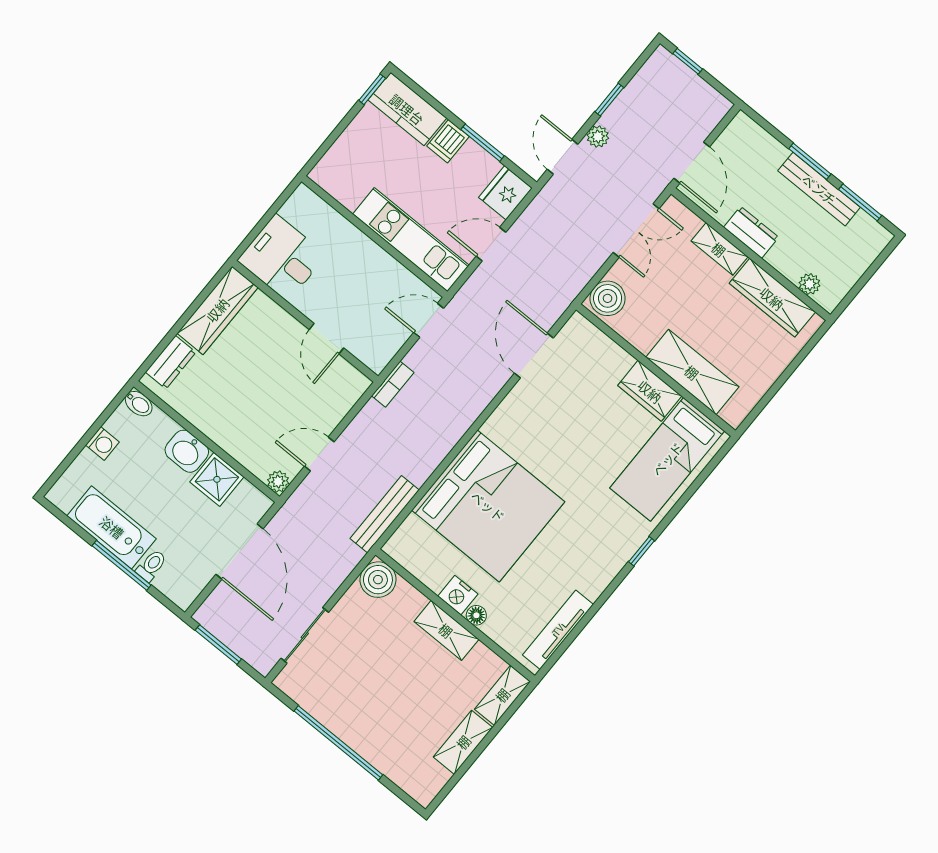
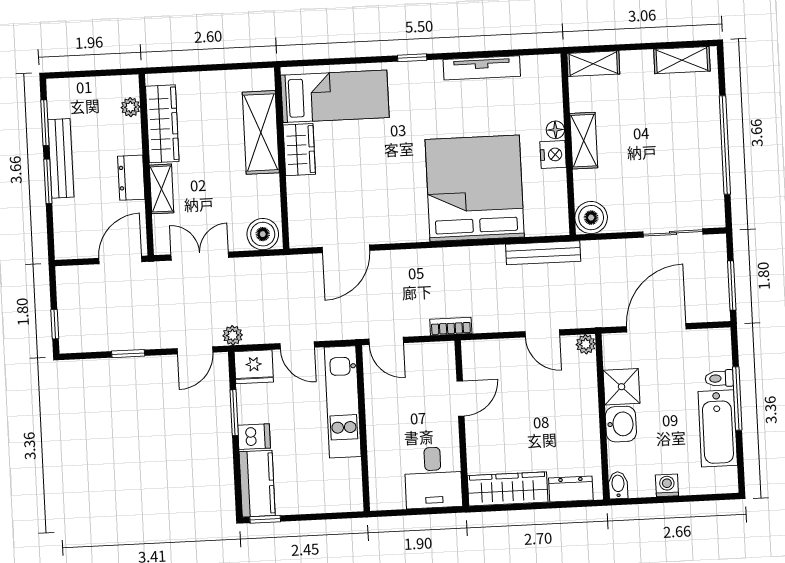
plant: (598, 137) -> (233, 335), moved
tv unit: (558, 630) -> (482, 68), moved
shelving: (463, 742) -> (682, 60), moved

